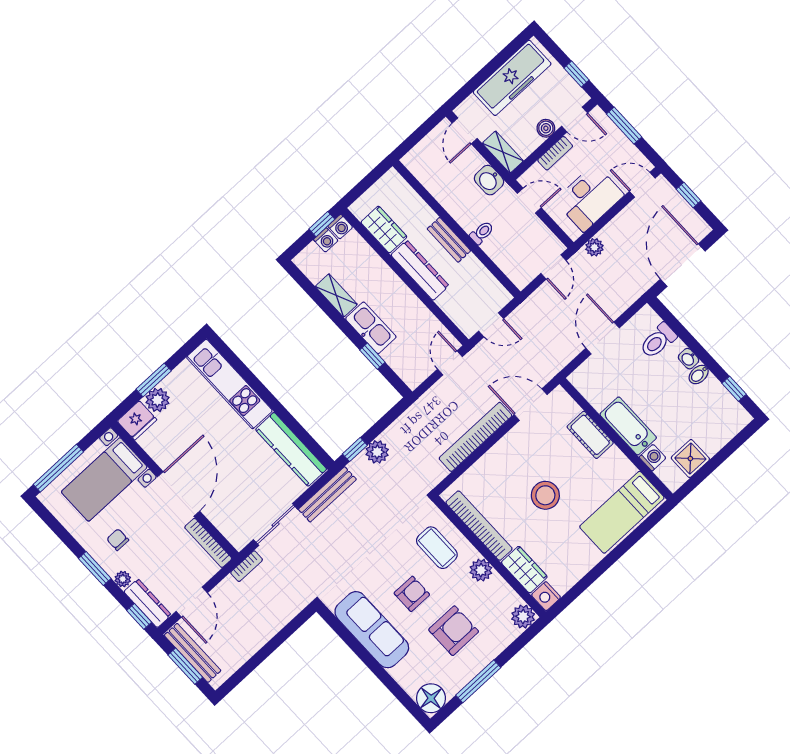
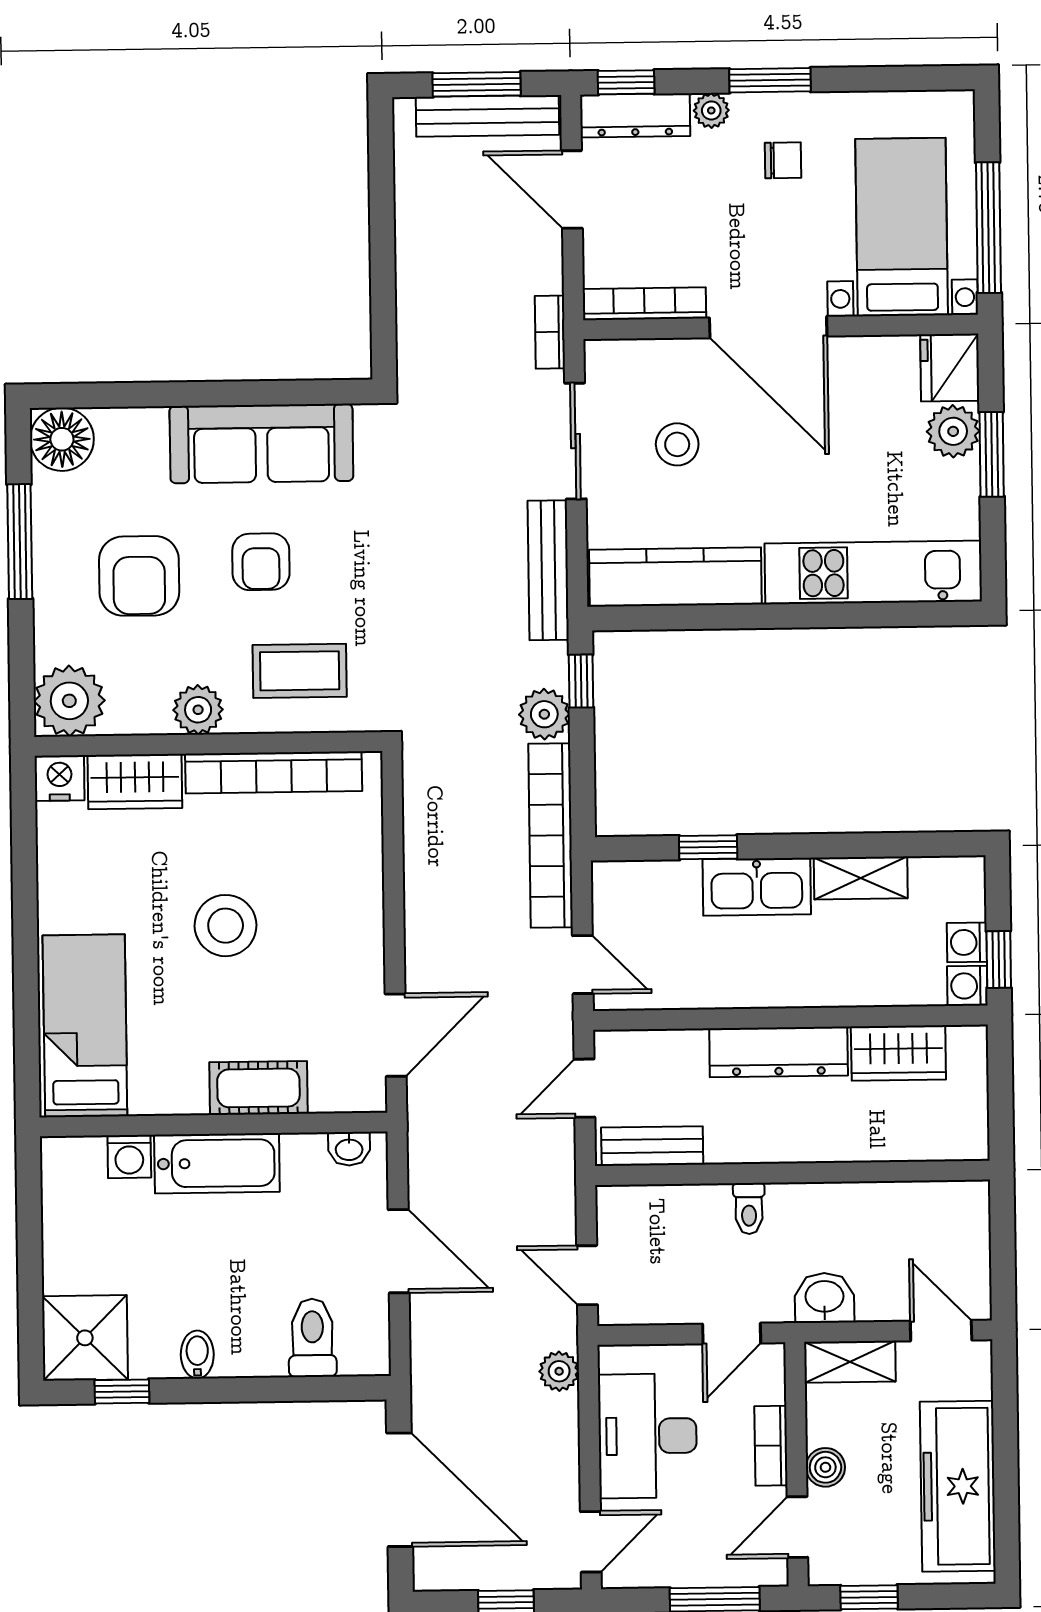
bench: (449, 240) -> (652, 1146), moved
washbasin: (689, 359) -> (349, 1149), moved, turned 180
bookcase: (475, 437) -> (551, 835), moved, turned 180
shower: (690, 459) -> (85, 1338), moved, width x1.36, depth x1.36
window: (58, 468) -> (988, 228), moved
stool: (246, 489) -> (677, 444), added
plant: (523, 617) -> (69, 701), width x1.36, depth x1.36

